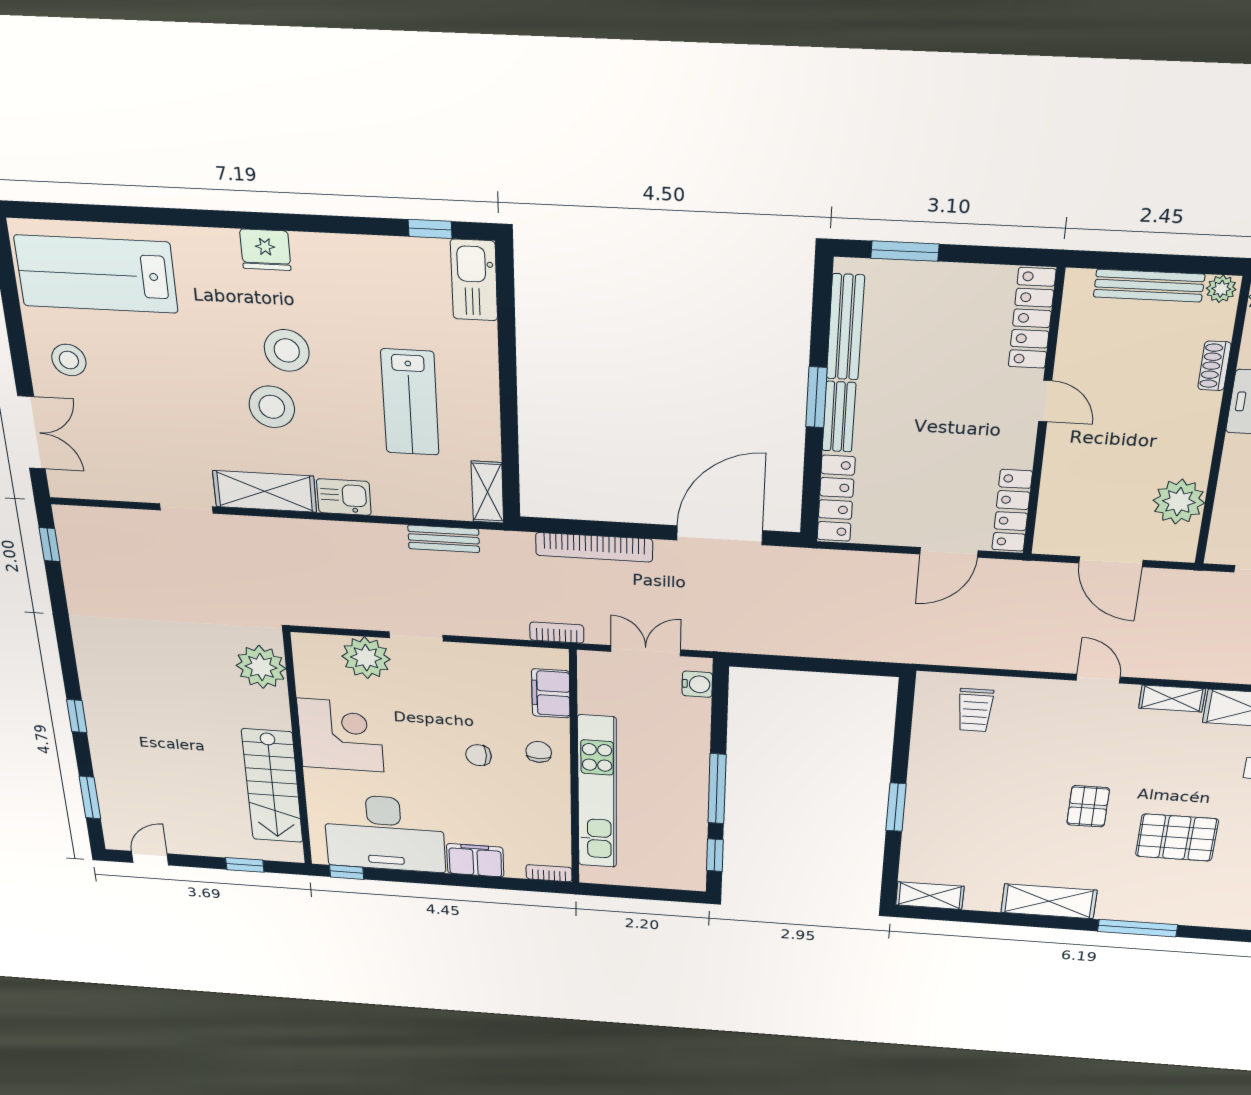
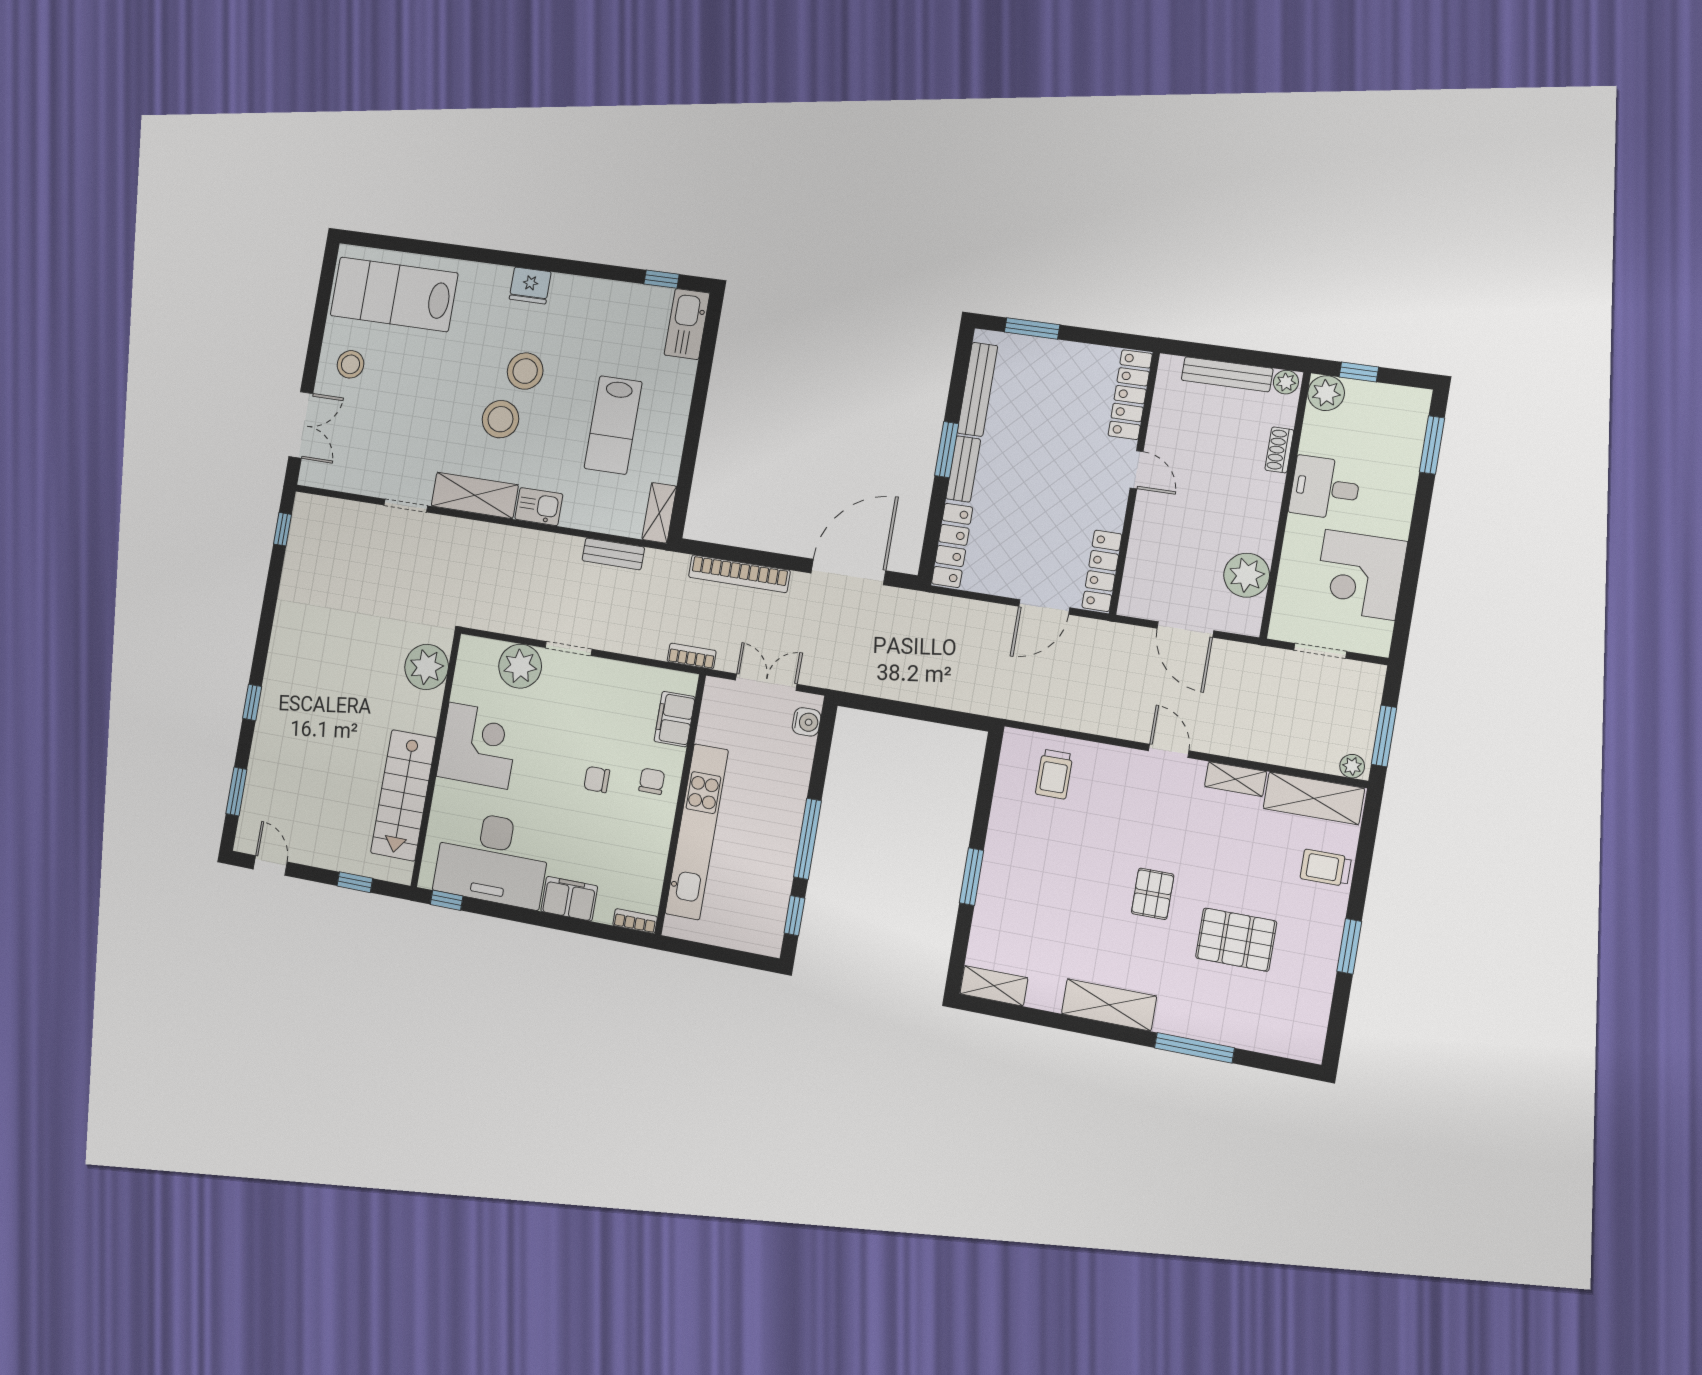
door: (150, 858) -> (270, 865), hinge flipped

